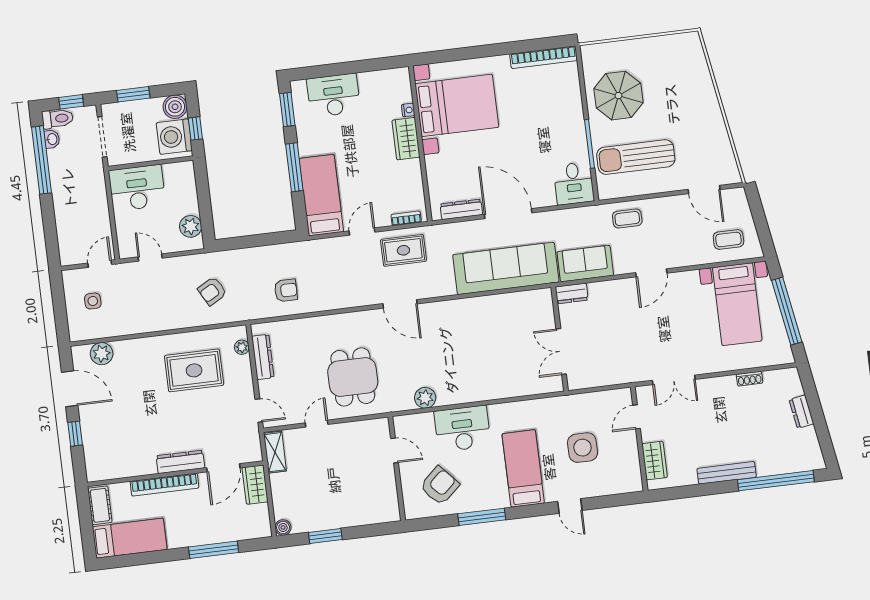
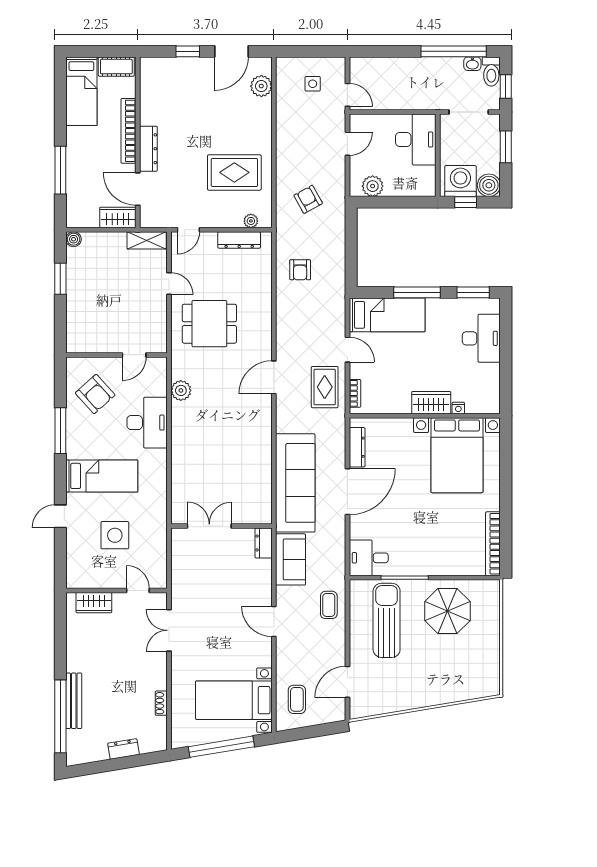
rug: (194, 370) -> (234, 172), turned 90
bench: (727, 473) -> (74, 701), moved

